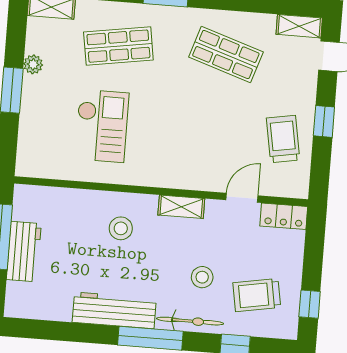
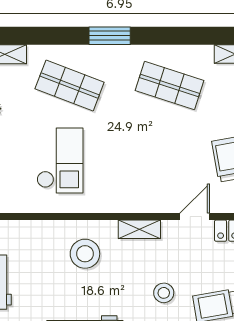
shop shelf: (118, 46) -> (70, 85), turned 30
stool: (121, 228) -> (85, 254), width x1.38, depth x1.38

